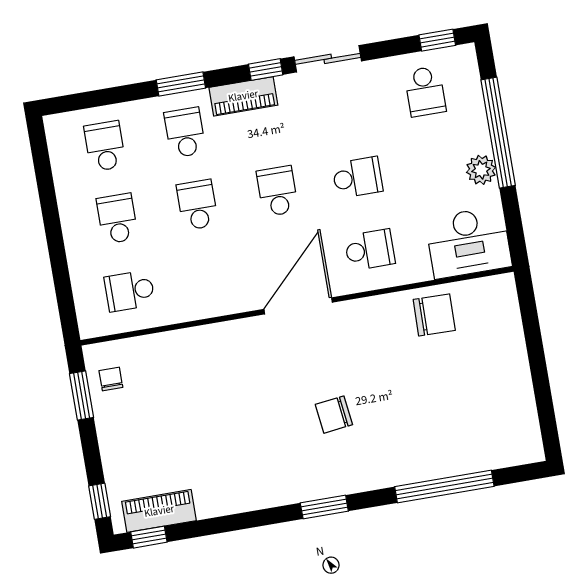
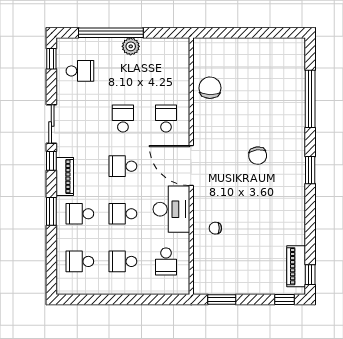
desk: (468, 242) -> (171, 209), moved
chair: (111, 379) -> (215, 228), moved

